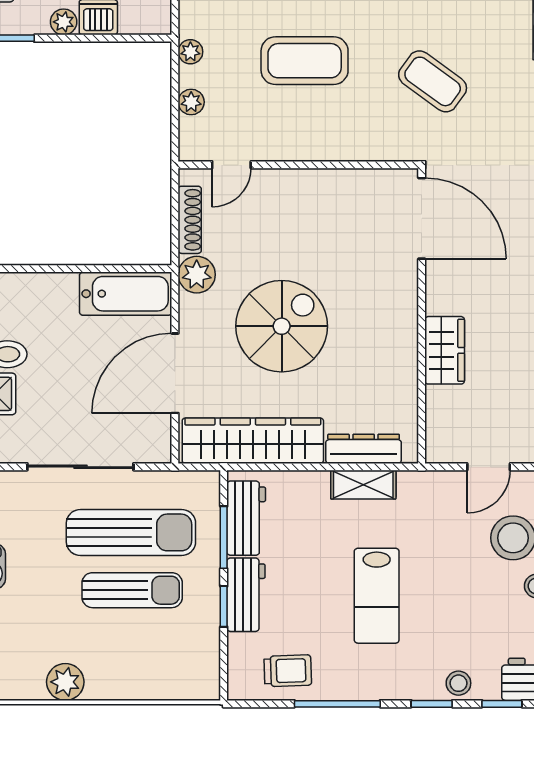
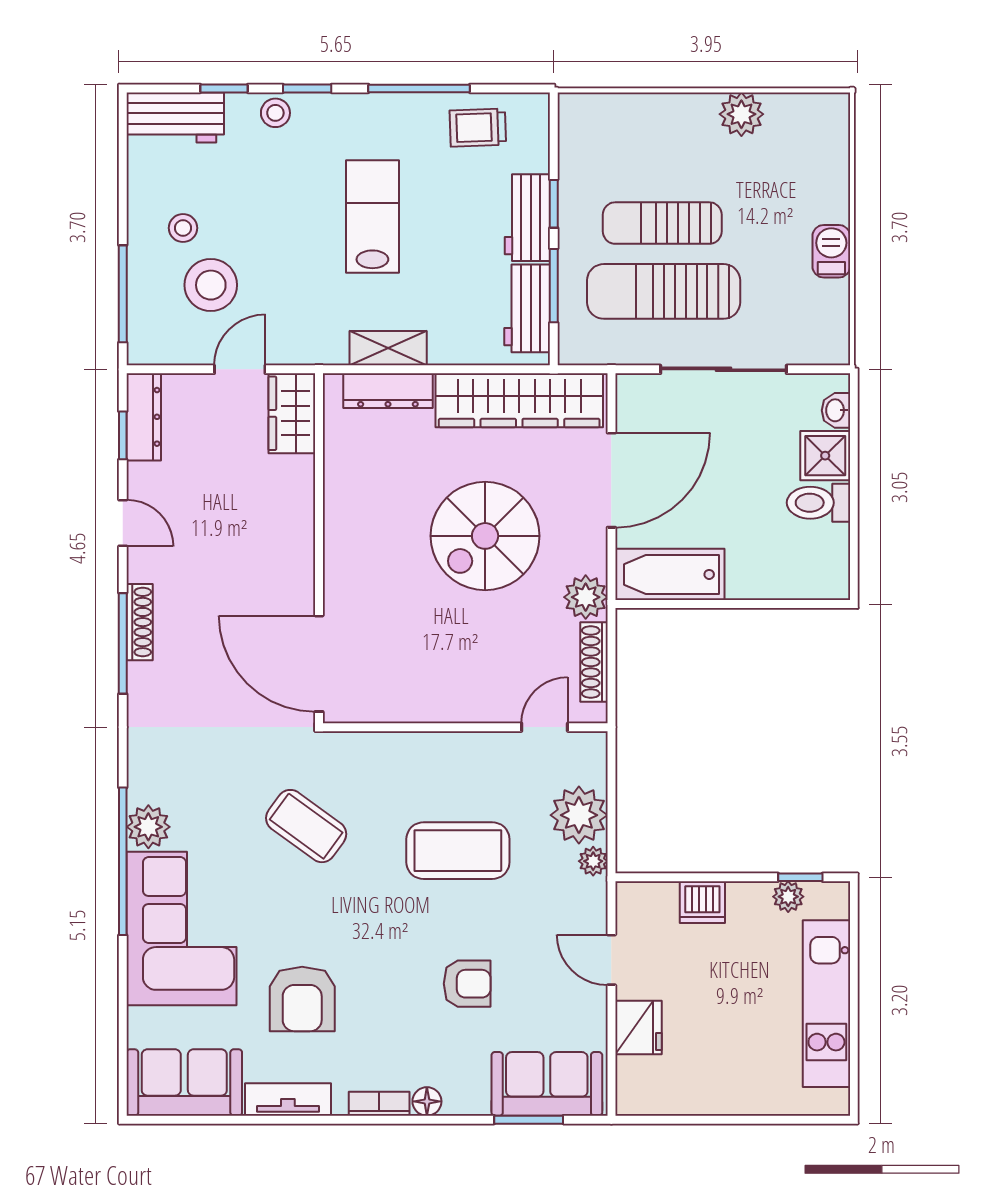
plant: (64, 22) -> (788, 897), moved
plant: (191, 102) -> (579, 815), width x1.87, depth x1.87
wardrobe: (445, 350) -> (292, 413), moved

